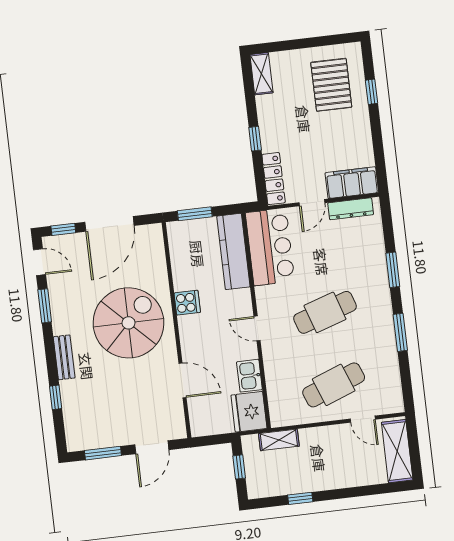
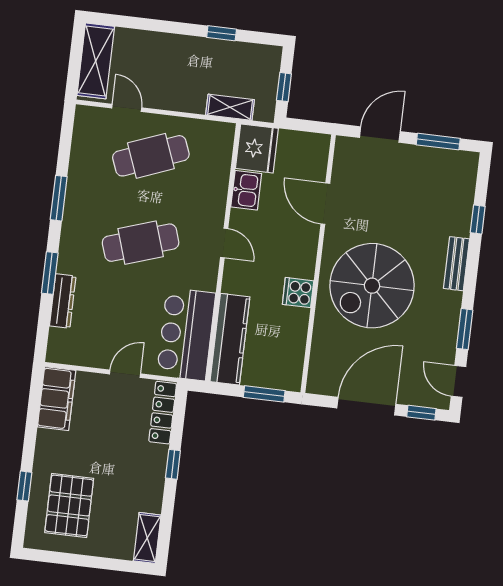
filing cabinet: (352, 183) -> (57, 399), moved, turned -90
dresser: (351, 209) -> (63, 301), moved, turned 90

